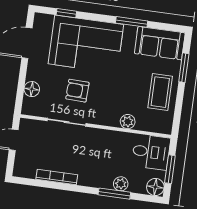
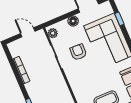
floor lamp: (32, 89) -> (73, 21), moved
plant: (128, 122) -> (53, 33), moved

